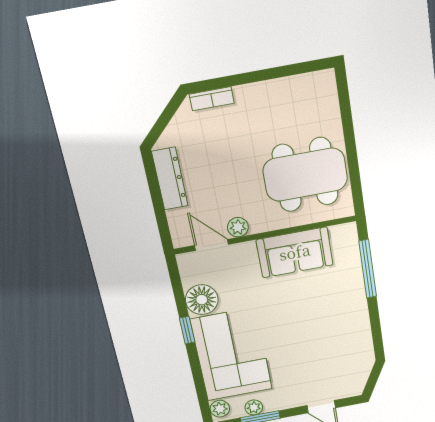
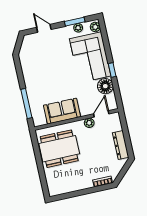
door: (211, 245) -> (101, 114), swing flipped

